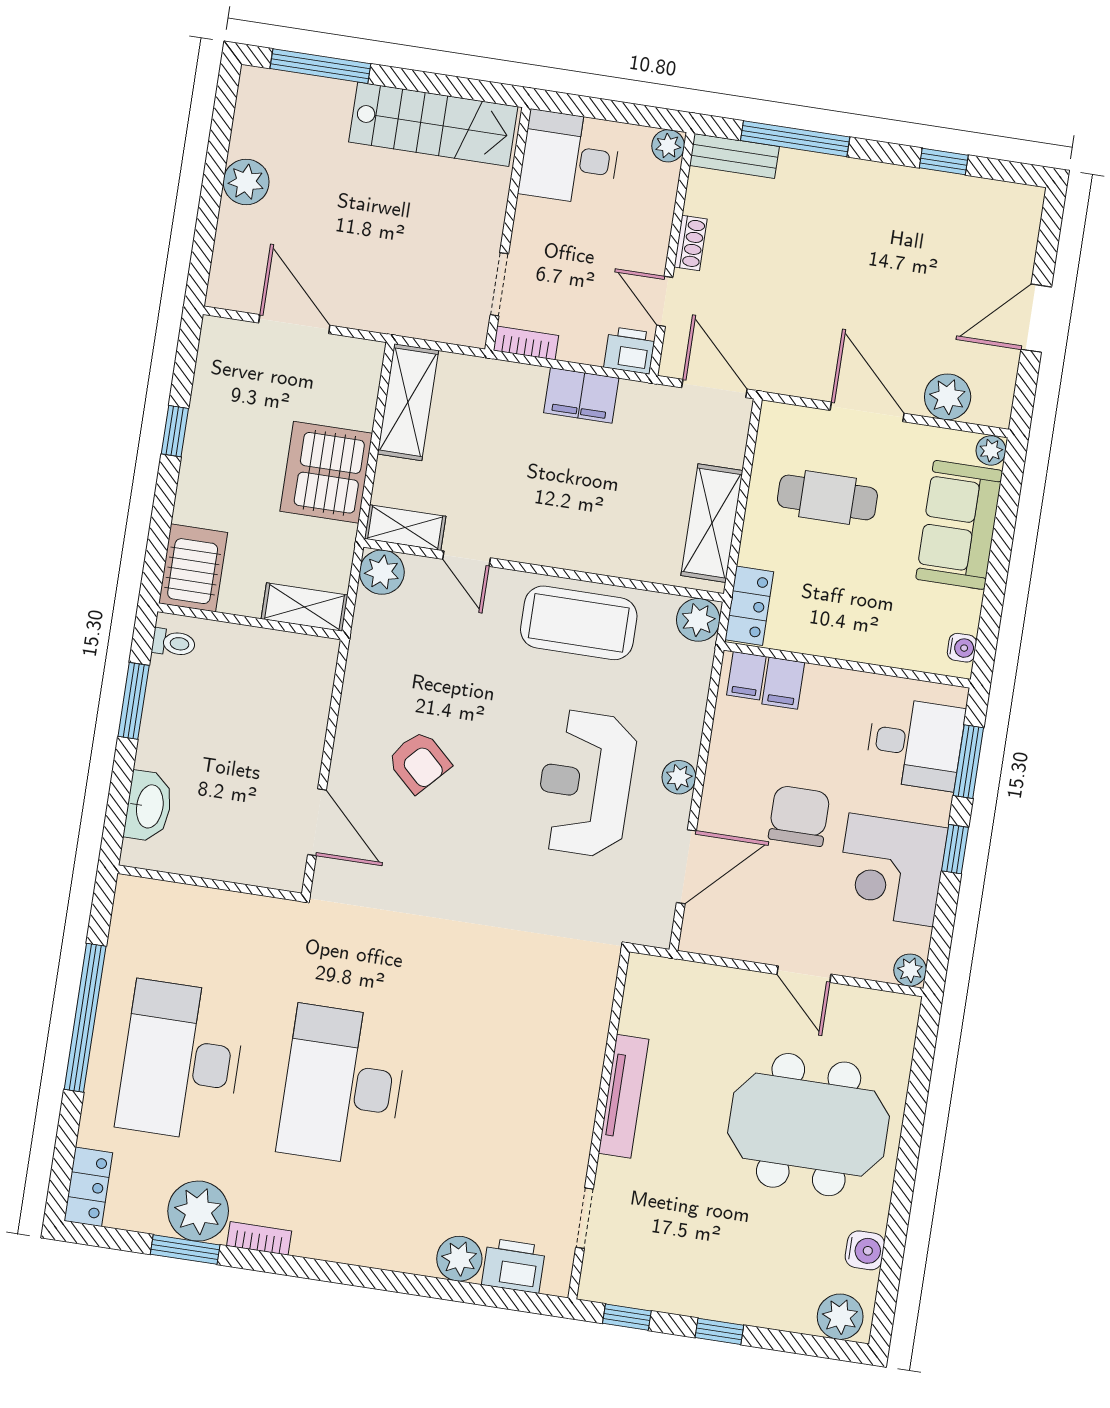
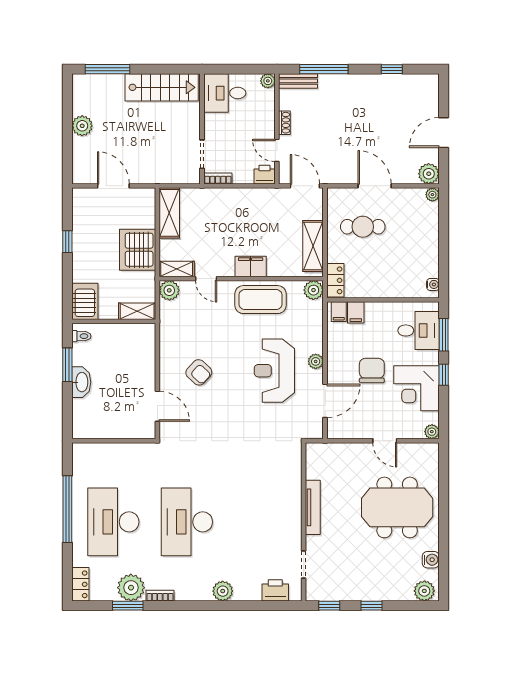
filing cabinet: (581, 395) -> (251, 266), moved, turned 180
plant: (948, 397) -> (429, 174), moved
sofa: (959, 525) -> (423, 230), removed
washbasin: (149, 806) -> (81, 382), moved
plant: (459, 1259) -> (223, 591), moved

